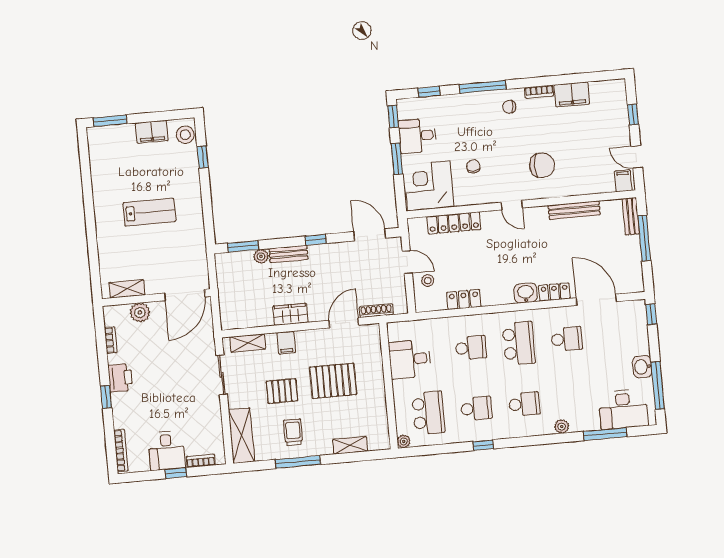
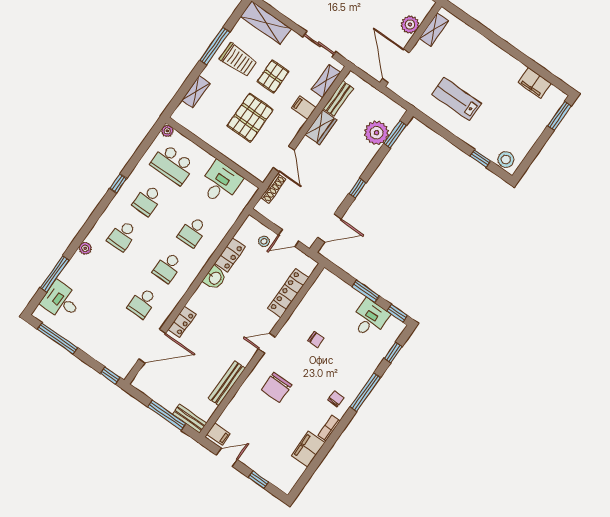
filing cabinet: (152, 132) -> (535, 83), moved, turned -90
corner desk: (429, 186) -> (328, 297), removed
lab bench: (149, 212) -> (456, 99), moved, turned 90
bench: (288, 254) -> (338, 98), moved
plant: (261, 256) -> (377, 133), width x1.87, depth x1.87
washbasin: (526, 293) -> (215, 278), moved
school desk: (519, 343) -> (168, 267), width x0.54
washbasin: (642, 367) -> (79, 339), removed
desk: (623, 409) -> (61, 301), width x0.73
trolley: (293, 432) -> (238, 60), width x1.36, depth x1.39

